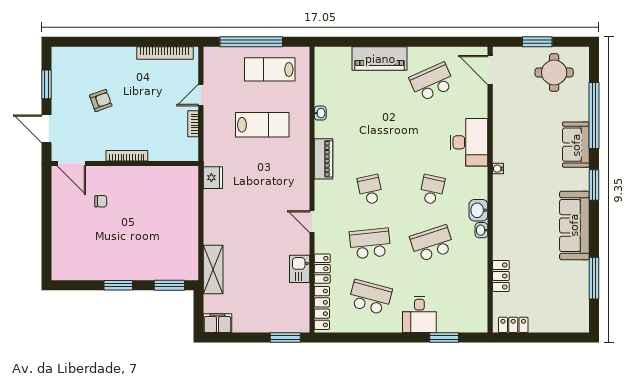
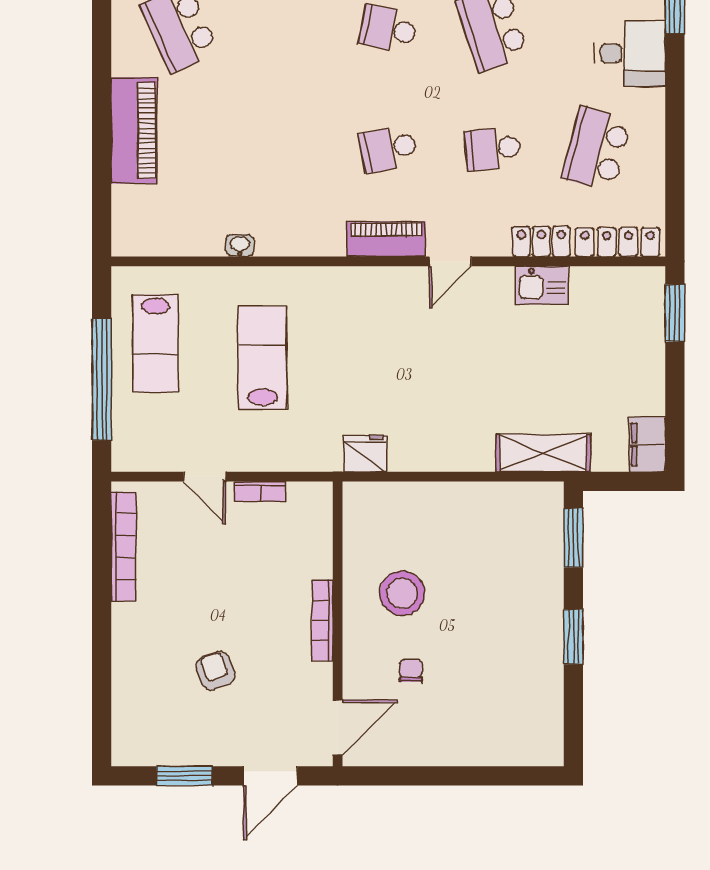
piano: (324, 159) -> (386, 239), moved
stool: (141, 197) -> (402, 593), added
school desk: (370, 243) -> (492, 149), width x0.54

